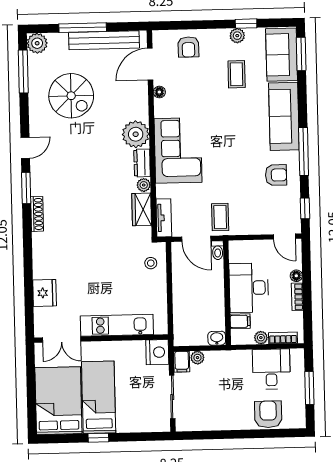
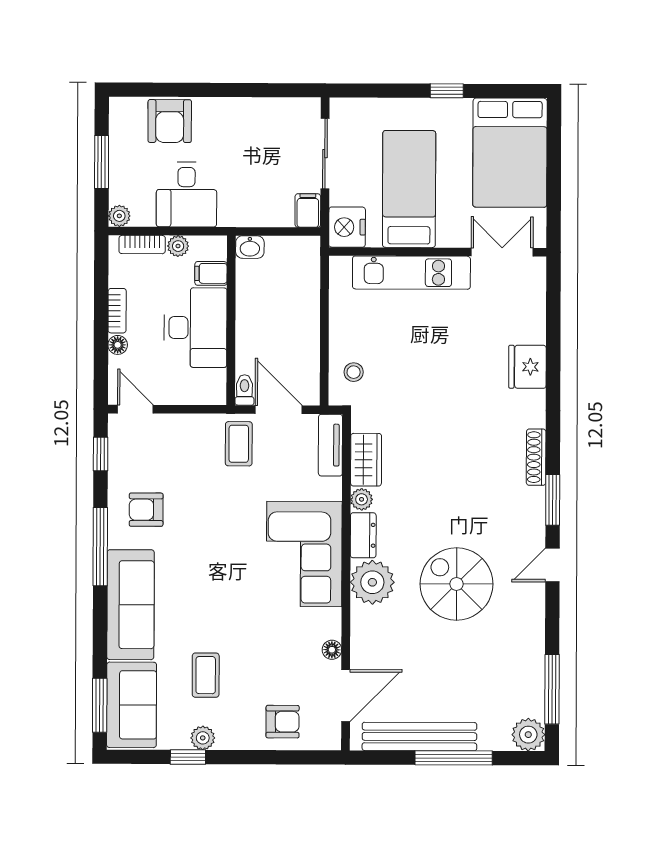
armchair: (188, 47) -> (283, 722), turned 90
spiral stairs: (71, 96) -> (456, 584), moved
fridge: (45, 293) -> (527, 367), moved
plant: (197, 358) -> (119, 216), moved
desk: (271, 369) -> (187, 195), moved
bed: (99, 397) -> (409, 189), moved, turned 180

